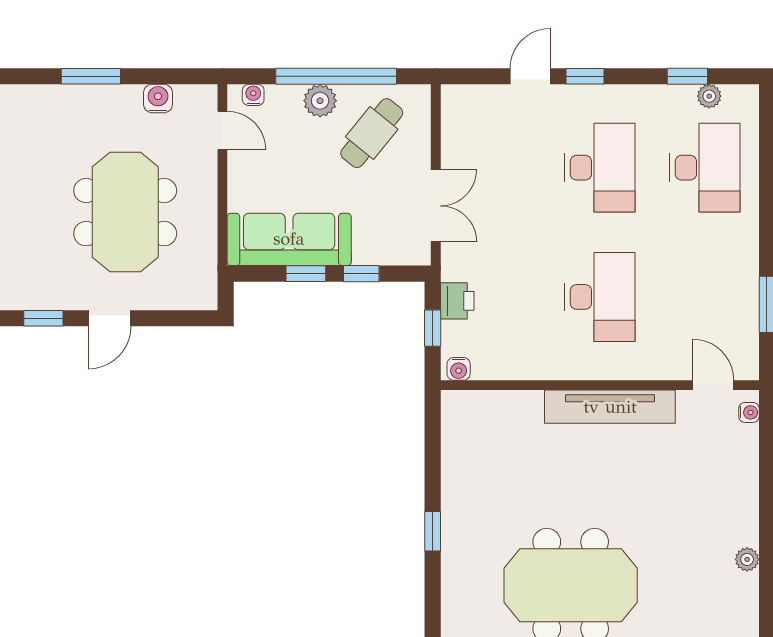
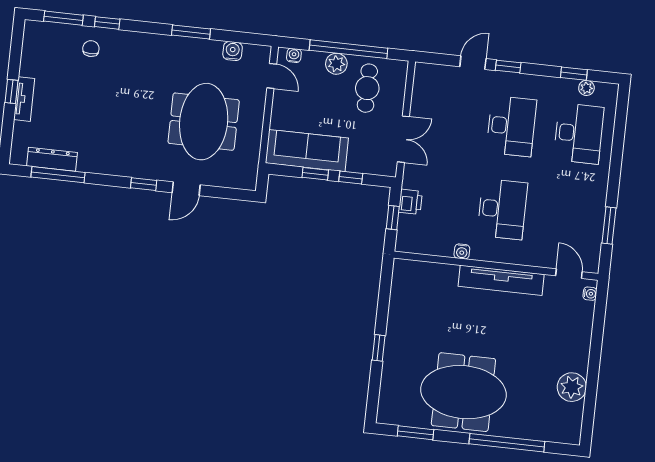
cafe table: (372, 133) -> (367, 88), turned -39
water cooler: (459, 369) -> (462, 251), moved
plant: (747, 559) -> (572, 387), width x1.88, depth x1.88

